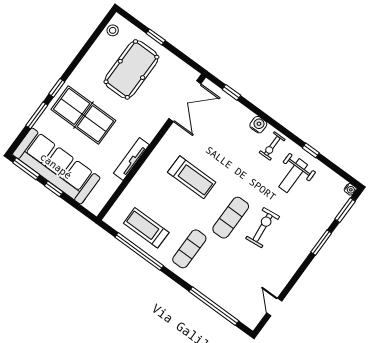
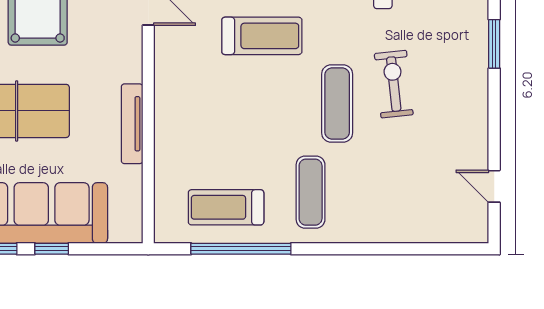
treadmill: (192, 177) -> (262, 36), moved
window: (214, 306) -> (406, 249), removed

